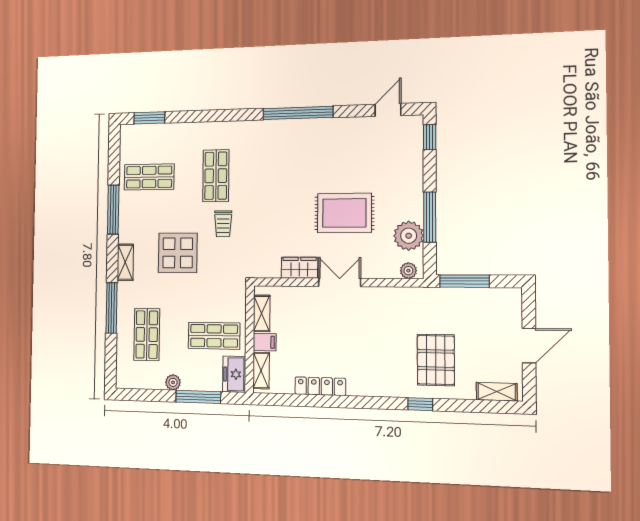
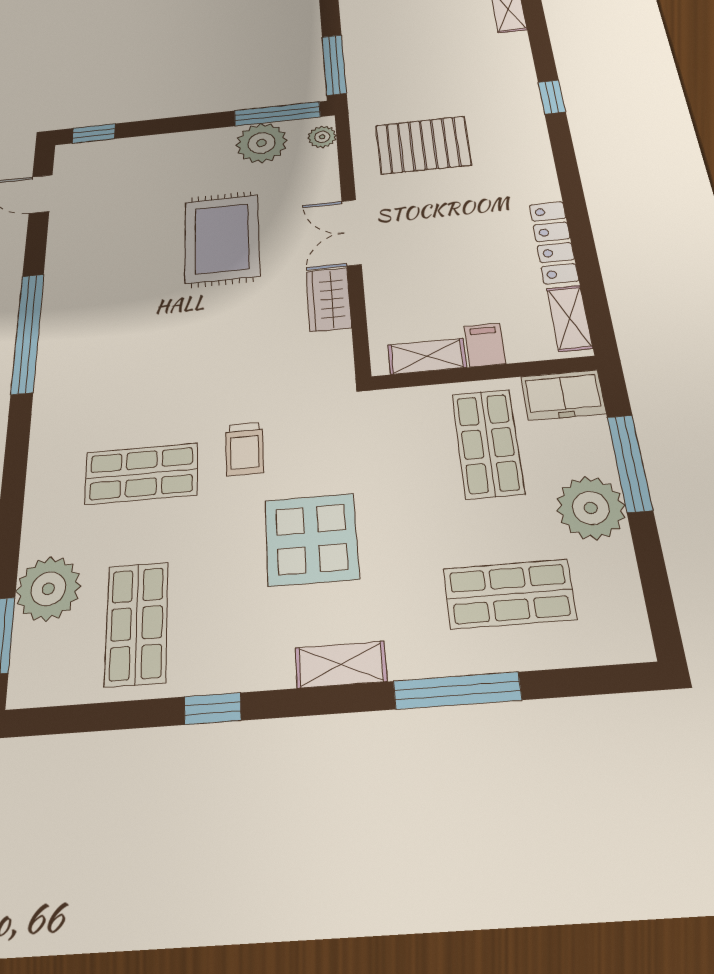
plant: (167, 137) -> (48, 589), added
window: (113, 210) -> (213, 709), width x0.46
window: (430, 217) -> (277, 114), moved
trolley: (223, 224) -> (244, 449), turned 90
pallet: (436, 360) -> (423, 145), moved
shelving: (261, 371) -> (569, 318), moved, turned 90
plant: (173, 382) -> (591, 508), width x1.88, depth x1.88

